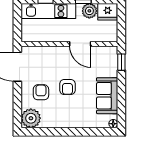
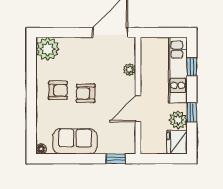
plant: (48, 51) -> (130, 70), added
armchair: (41, 92) -> (58, 90), moved

